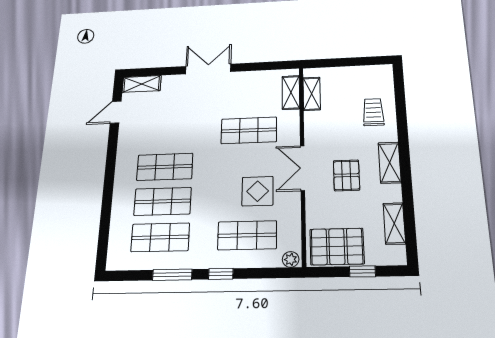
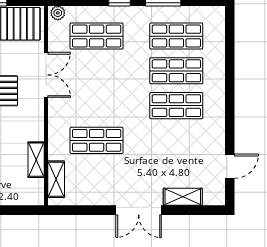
shelving: (142, 84) -> (183, 197), moved
shelving: (312, 94) -> (36, 160), moved
double door: (303, 168) -> (46, 75), moved
display table: (258, 191) -> (88, 78), removed

